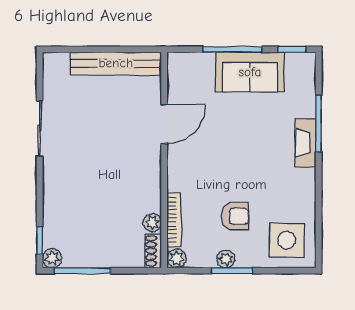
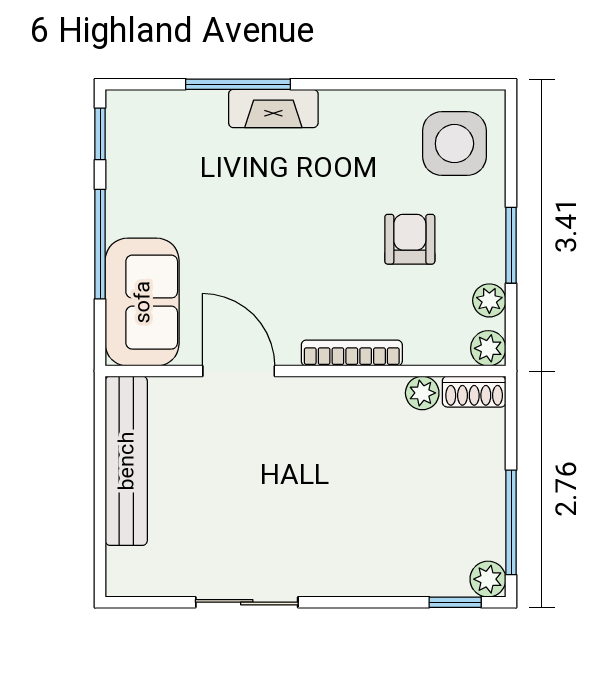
sofa: (250, 72) -> (142, 302), moved
bookcase: (174, 220) -> (352, 353), moved
plant: (226, 259) -> (489, 300), moved

